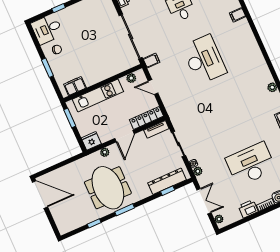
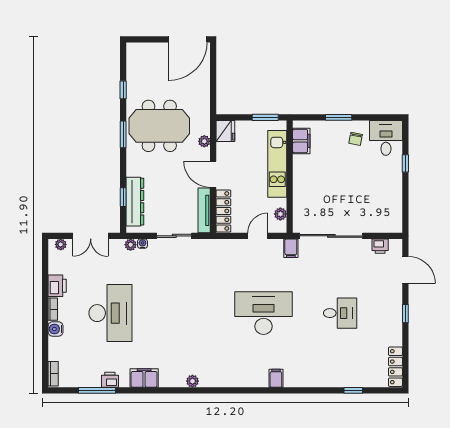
filing cabinet: (238, 15) -> (276, 378), moved
desk: (204, 59) -> (263, 313), turned 180
tv unit: (156, 129) -> (204, 210), width x1.41

